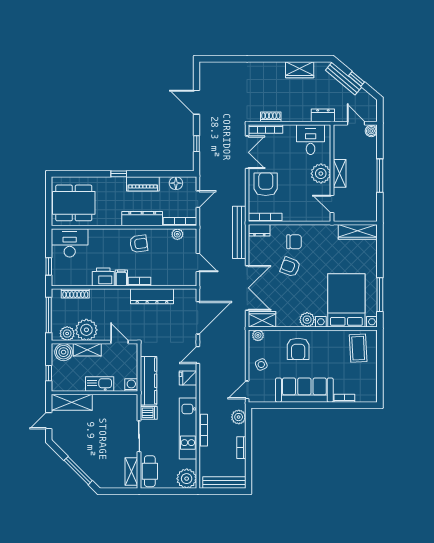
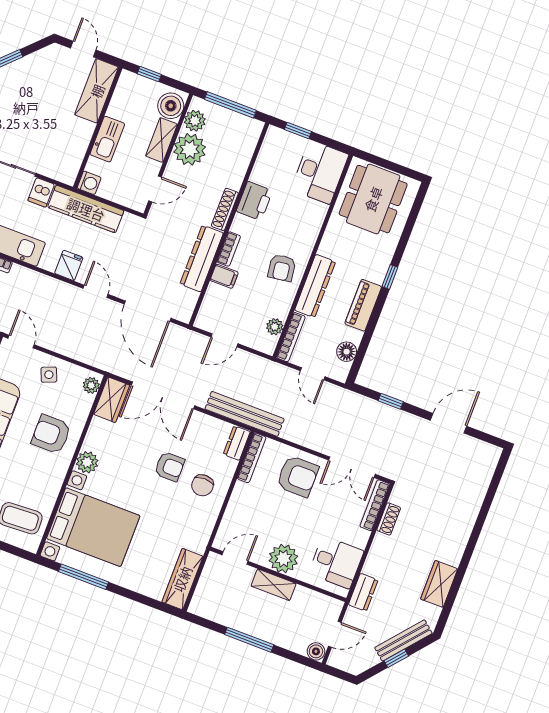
armchair: (290, 267) -> (170, 467), turned 69
filing cabinet: (121, 278) -> (224, 276), moved
shoe rack: (75, 293) -> (225, 209), moved

